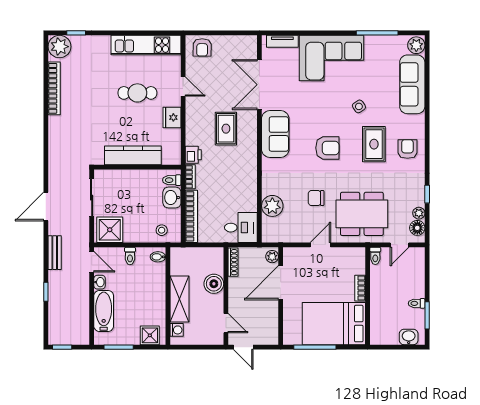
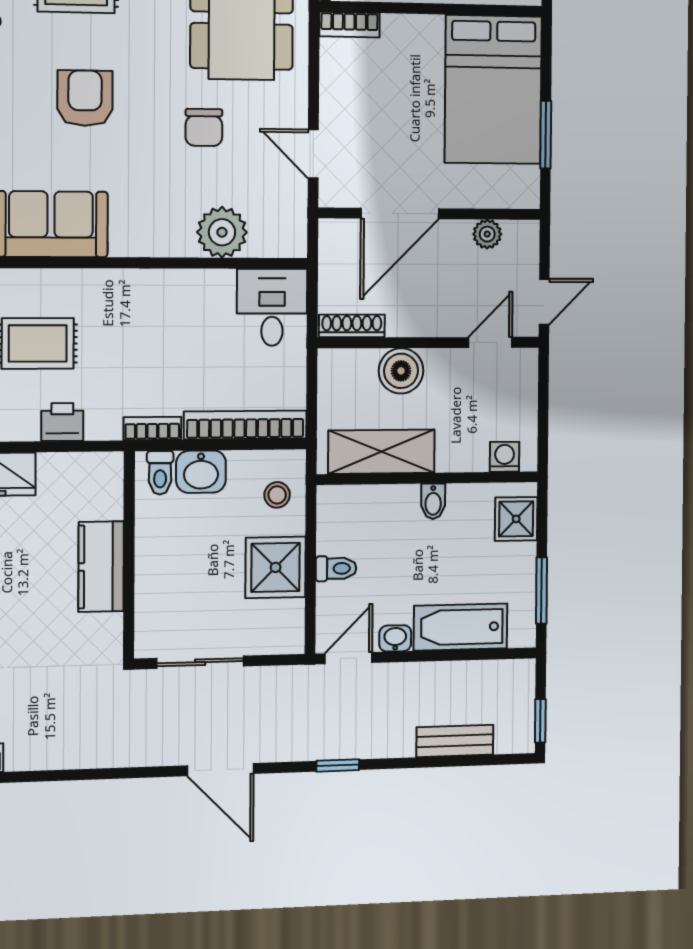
kitchen counter: (133, 155) -> (101, 567), width x0.67
printer: (193, 155) -> (62, 422), moved
shower: (110, 230) -> (276, 567), moved
door: (320, 245) -> (313, 154), moved
bench: (55, 253) -> (455, 741), moved
bidet: (158, 257) -> (433, 501), moved
plant: (272, 257) -> (487, 234), moved
door: (281, 283) -> (400, 213), hinge flipped
bookcase: (360, 288) -> (349, 25), moved
window: (46, 292) -> (338, 765), moved
shelving: (179, 299) -> (381, 452), moved
window: (315, 347) -> (546, 135), width x0.69

